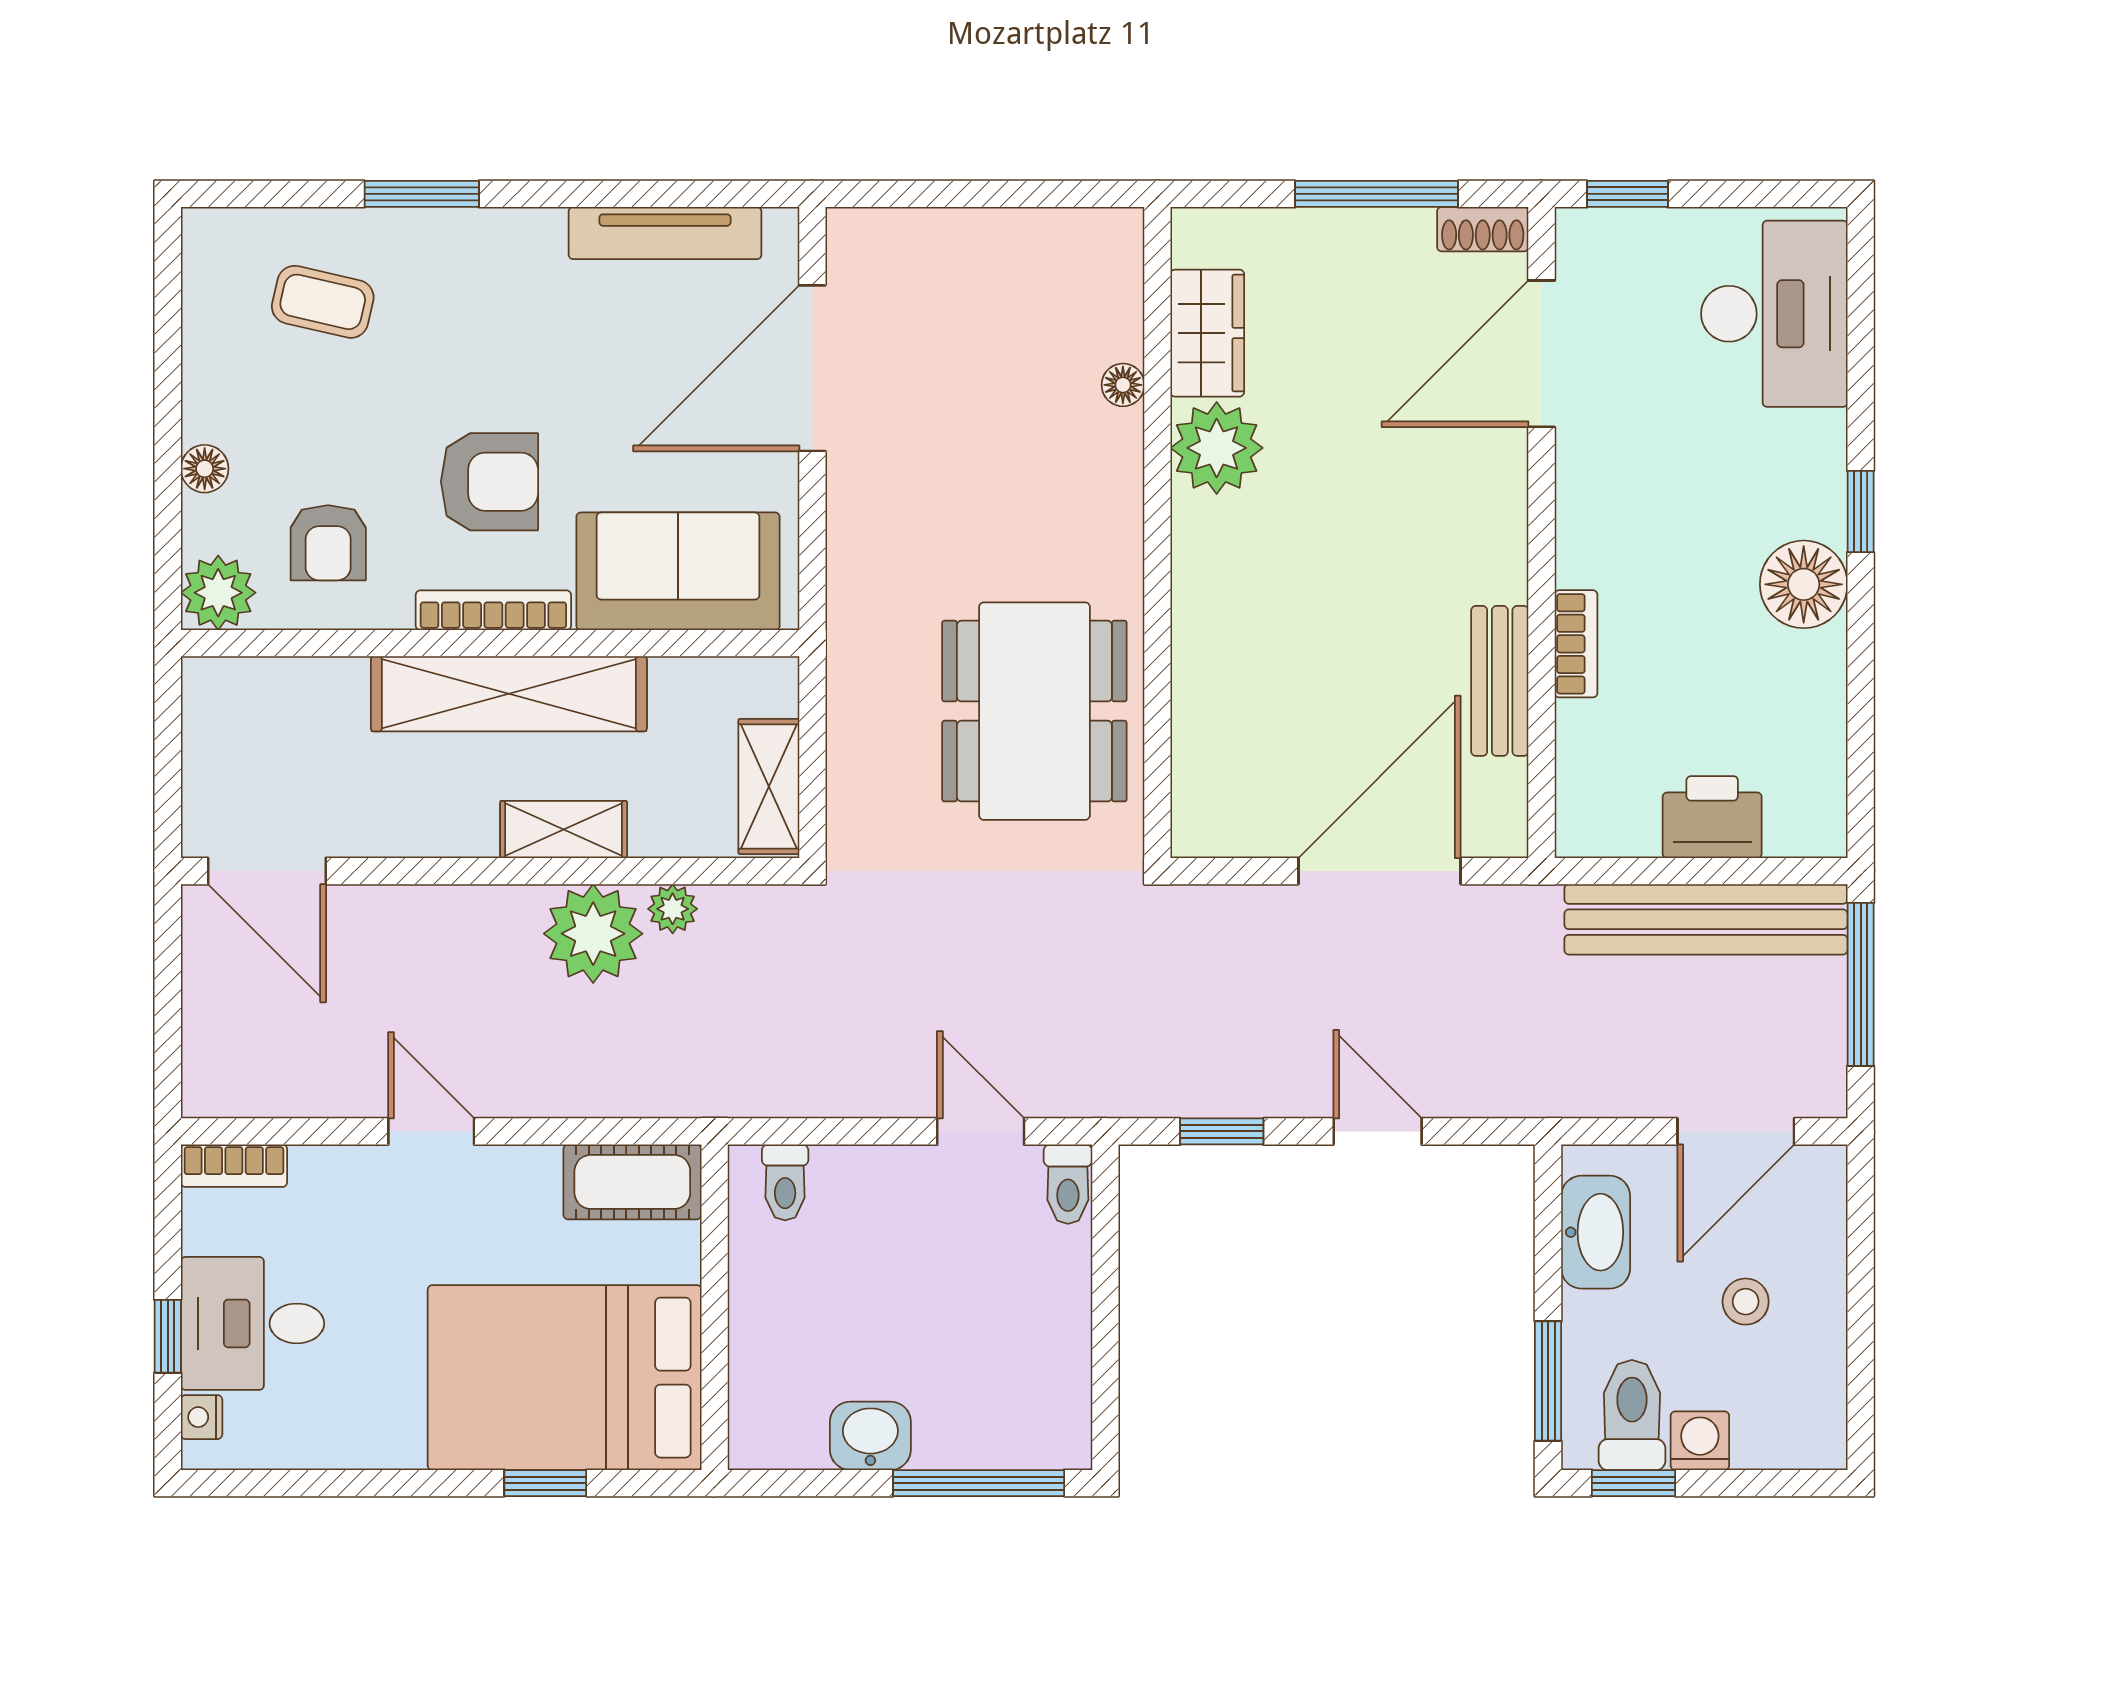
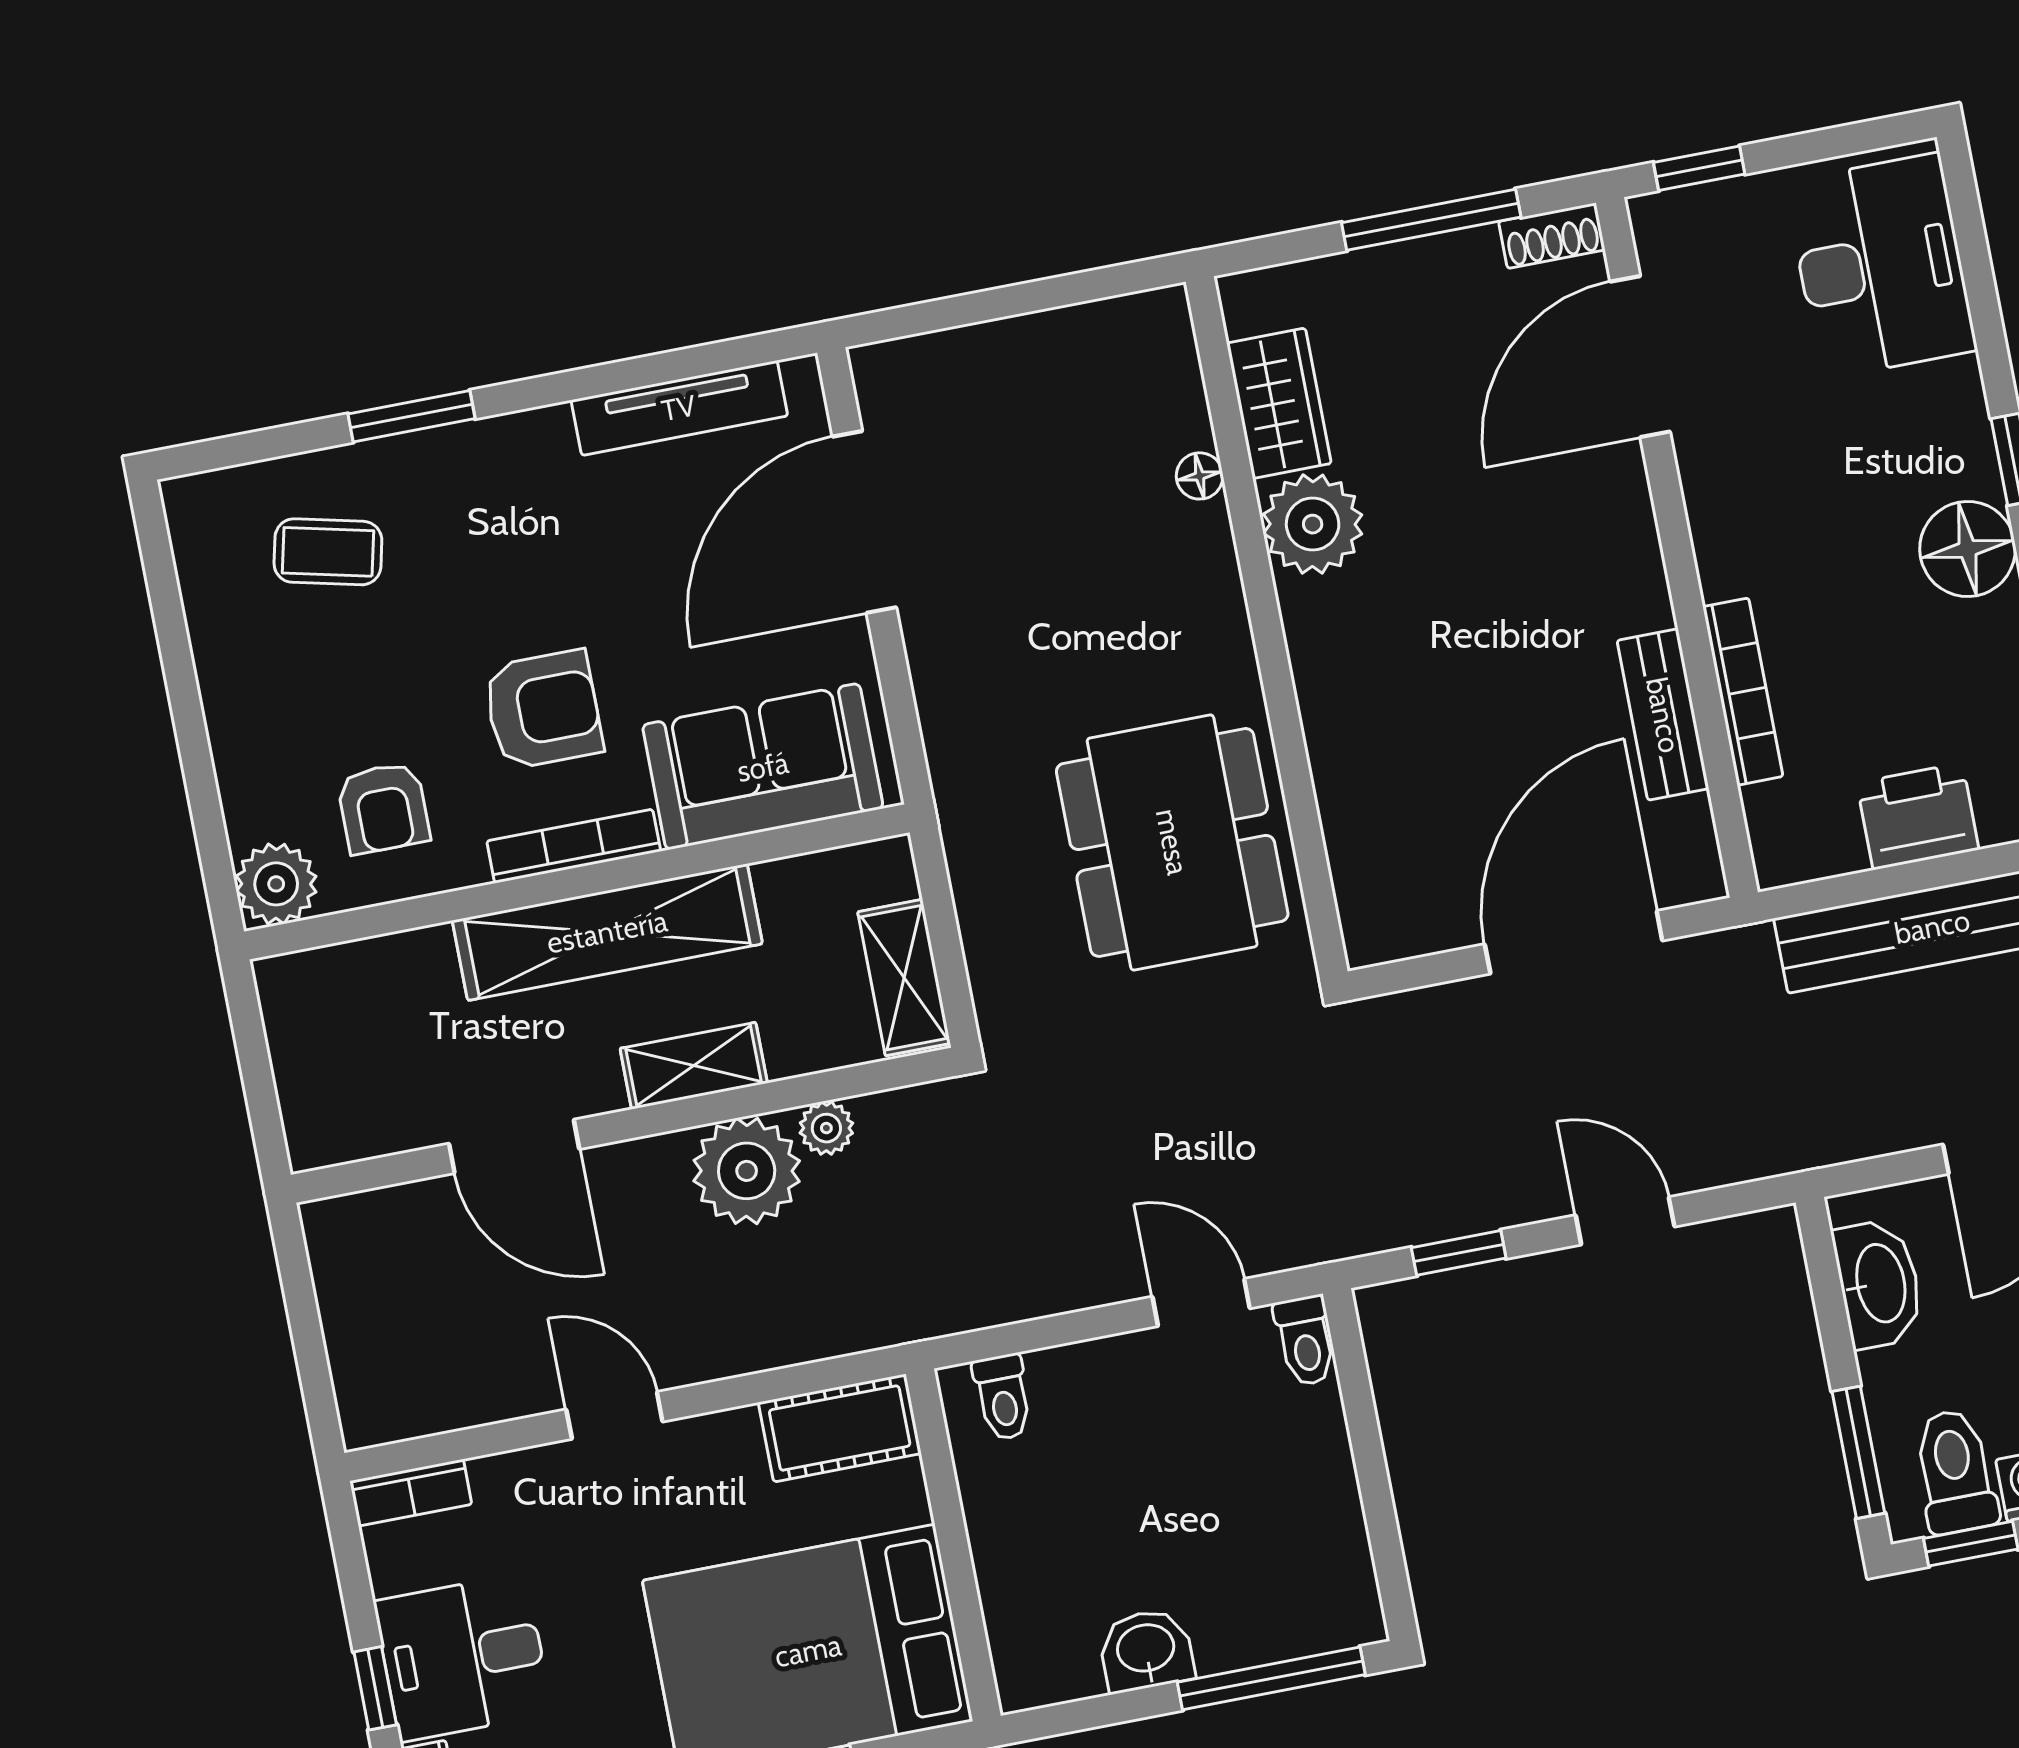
floor lamp: (205, 469) -> (236, 754), removed
bookcase: (1576, 644) -> (1743, 692), width x1.56
door: (267, 871) -> (514, 1146), moved

